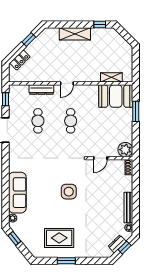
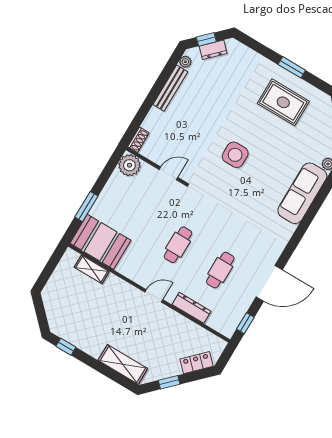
shelving: (75, 34) -> (123, 364), moved

